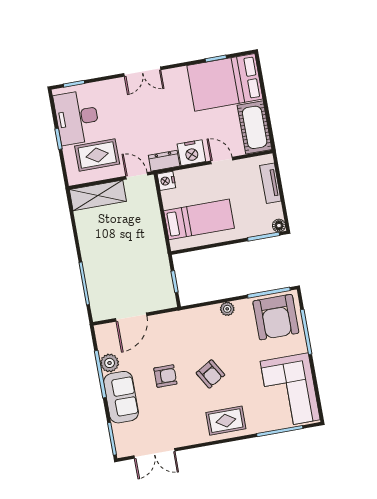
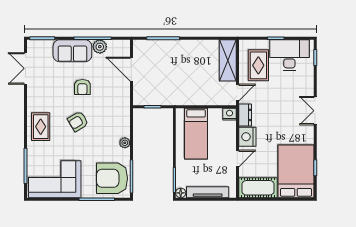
tv unit: (270, 183) -> (208, 192), width x1.41

